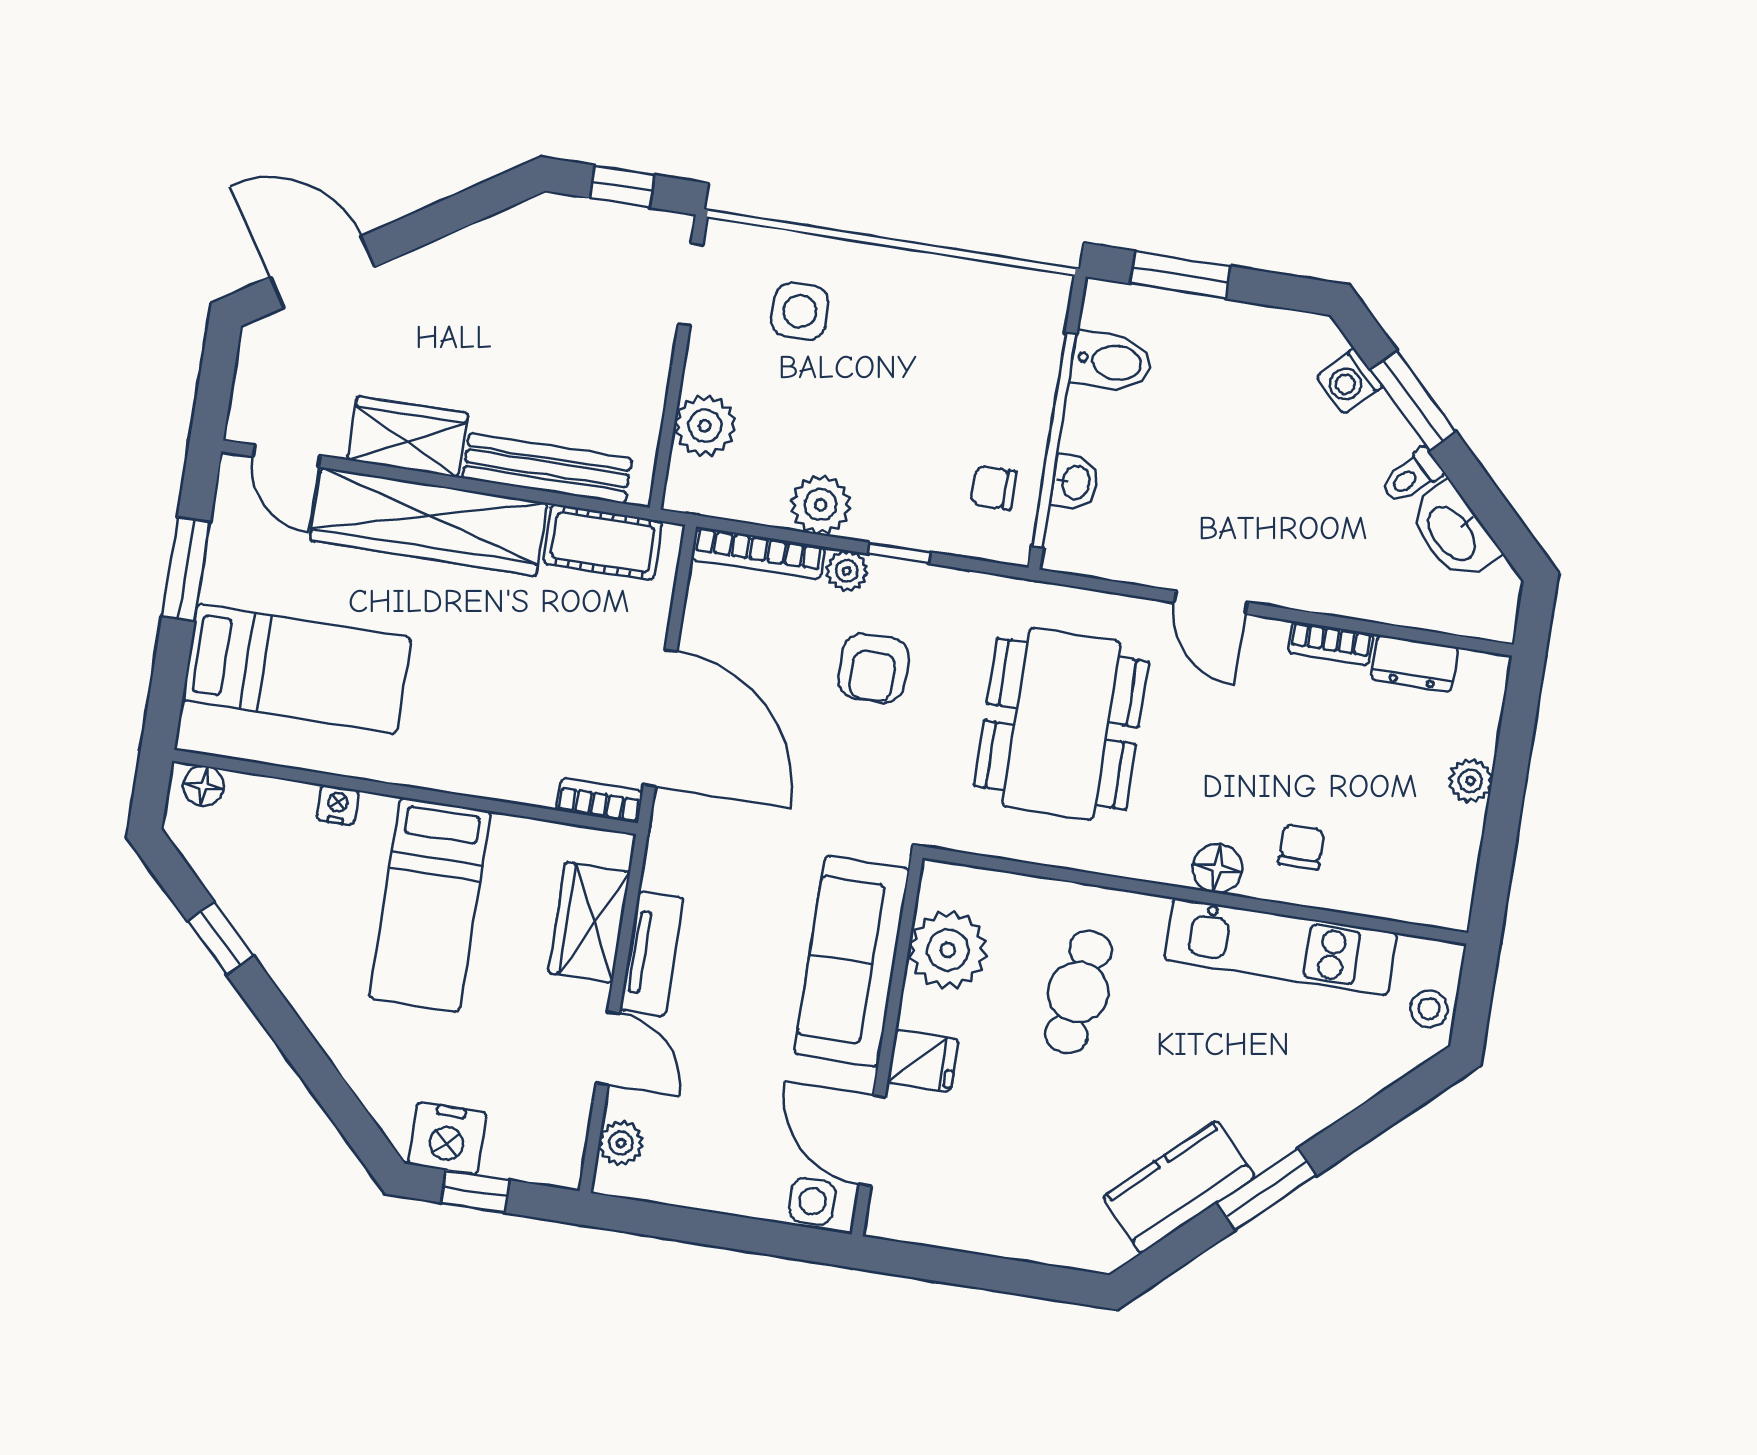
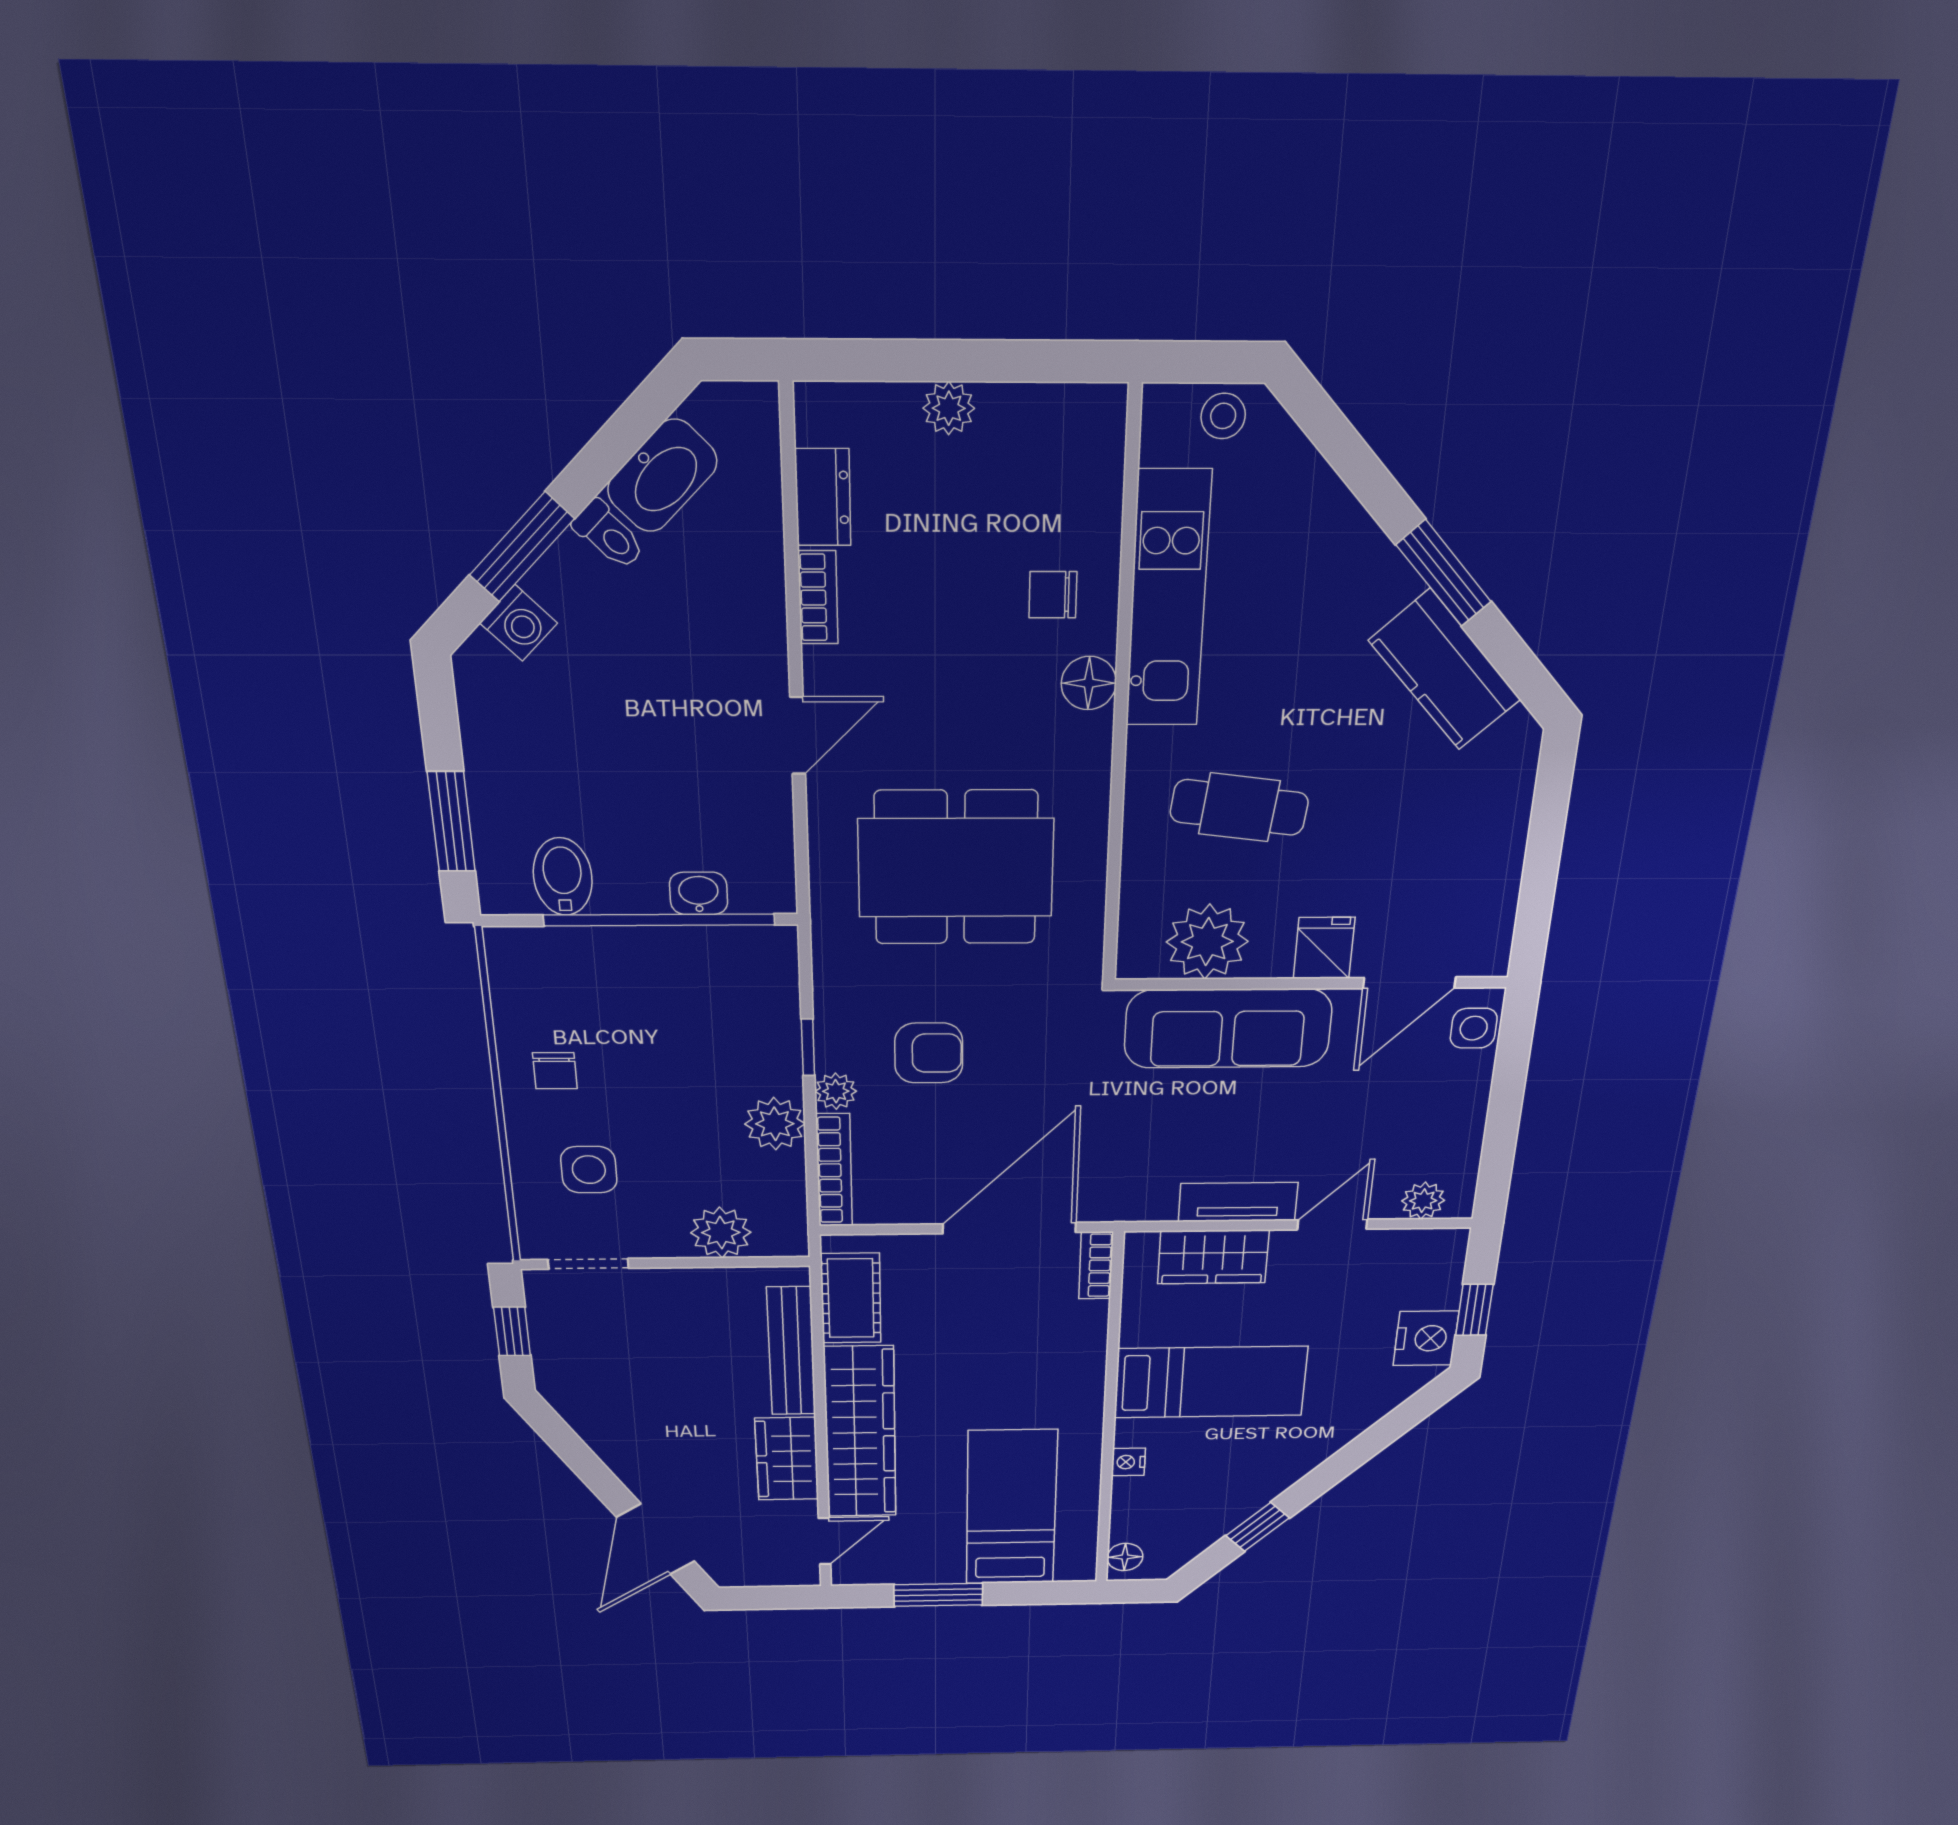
chair: (994, 488) -> (555, 1071), moved

